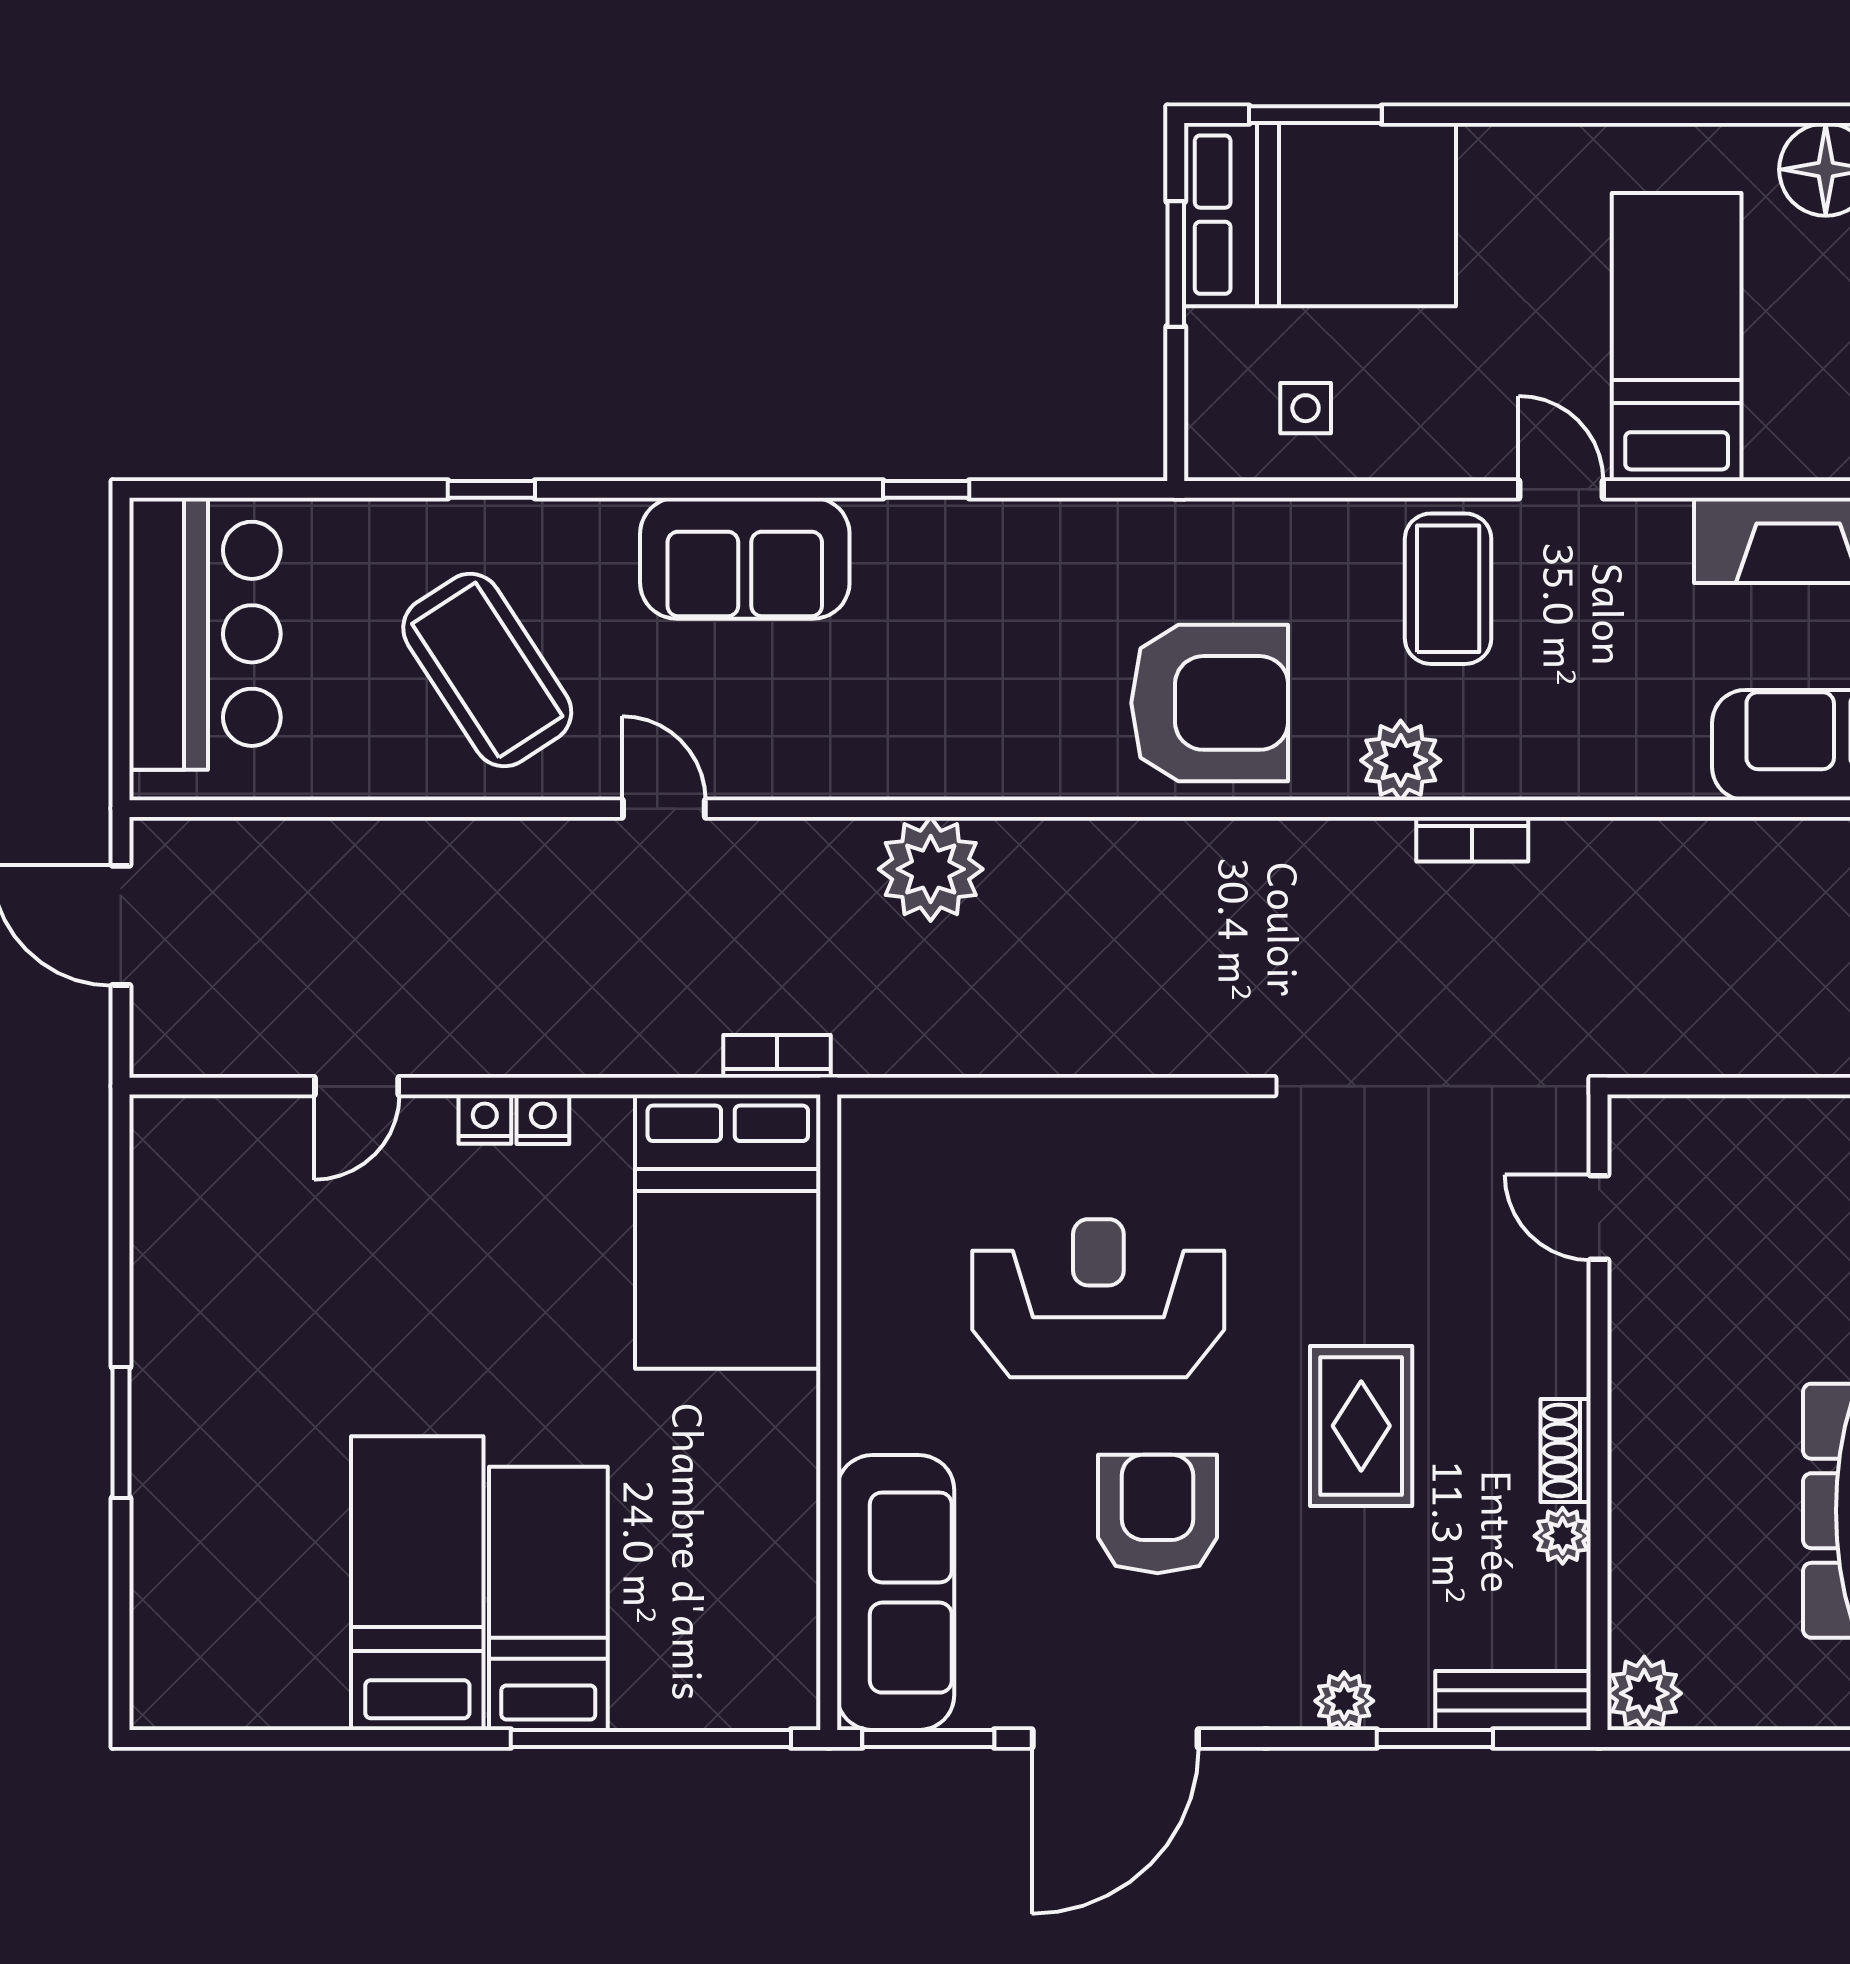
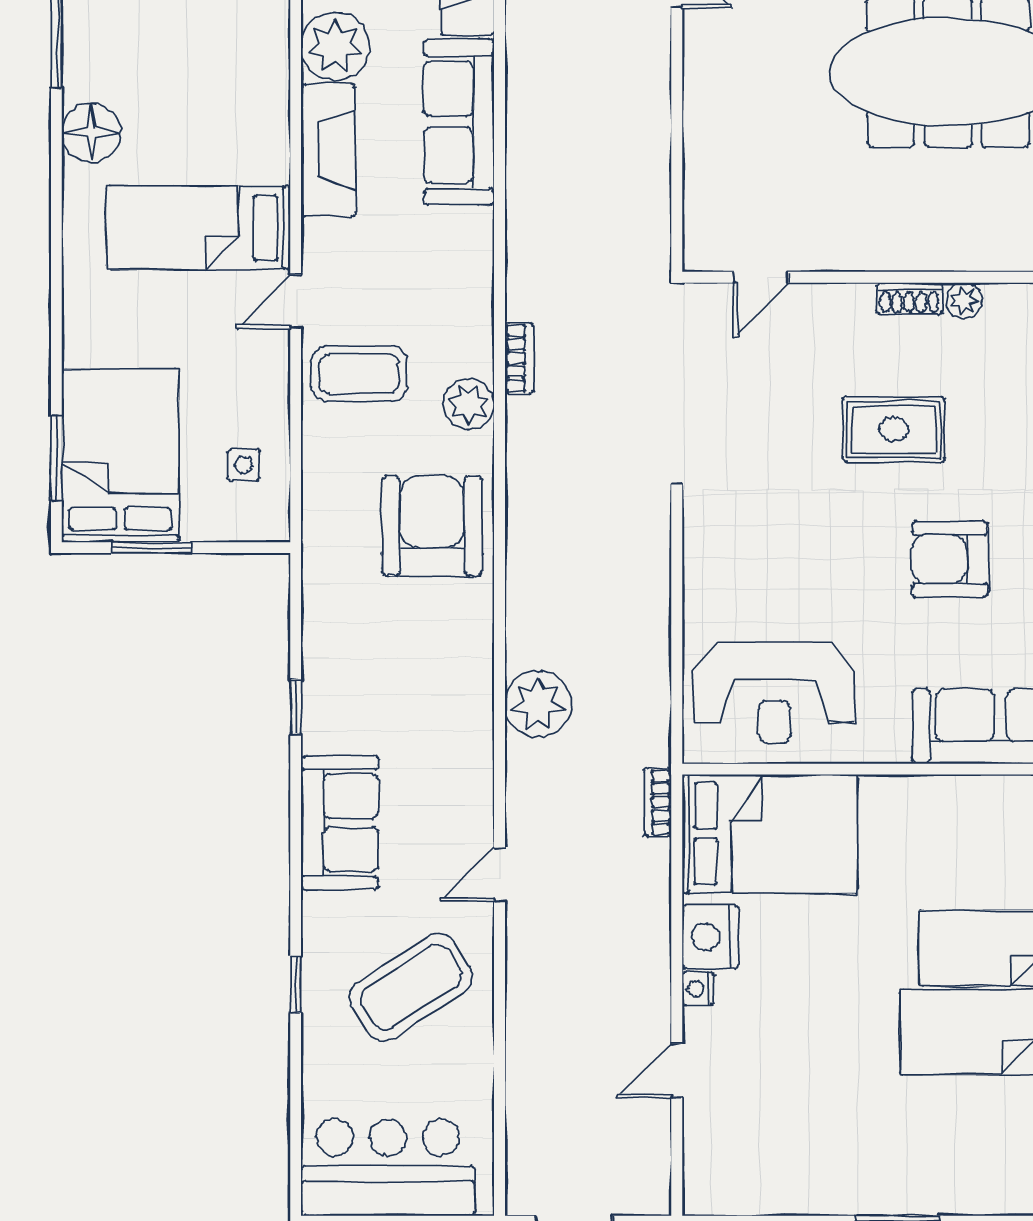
door: (357, 1086) -> (677, 1071), swing flipped
nightstand: (543, 1119) -> (710, 937), width x1.89, depth x1.79
reception desk: (1098, 1298) -> (774, 693), moved, turned -90

